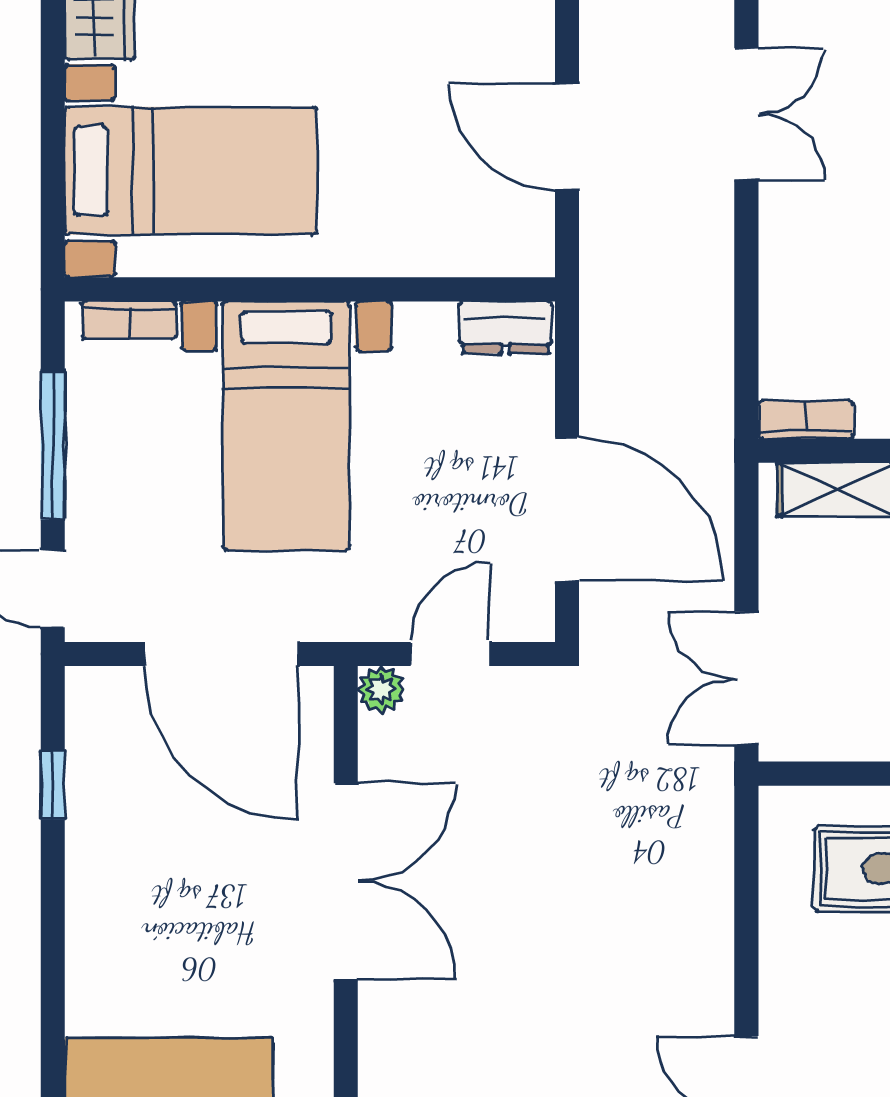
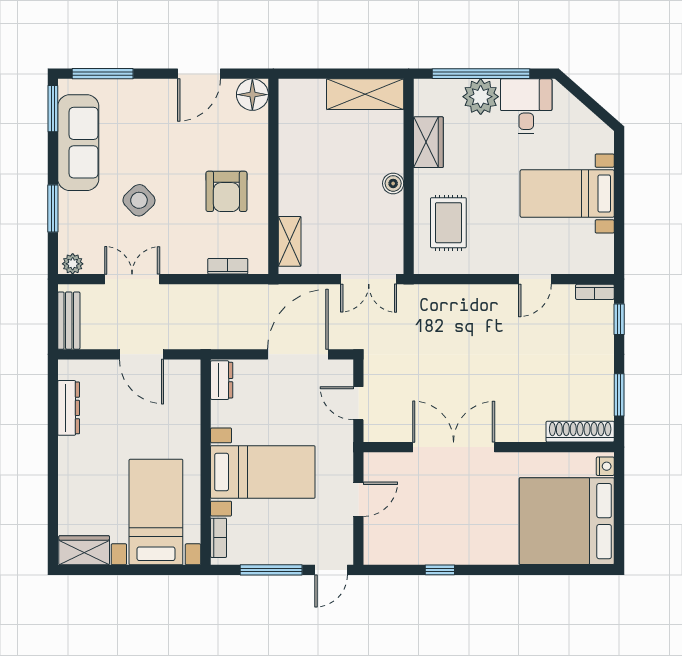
door: (567, 136) -> (142, 354), hinge flipped
bookcase: (806, 420) -> (228, 266), moved, turned 90
door: (221, 654) -> (358, 499), width x0.53
plant: (381, 689) -> (373, 432), removed
window: (53, 785) -> (440, 570), moved

